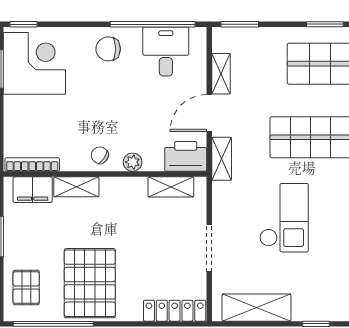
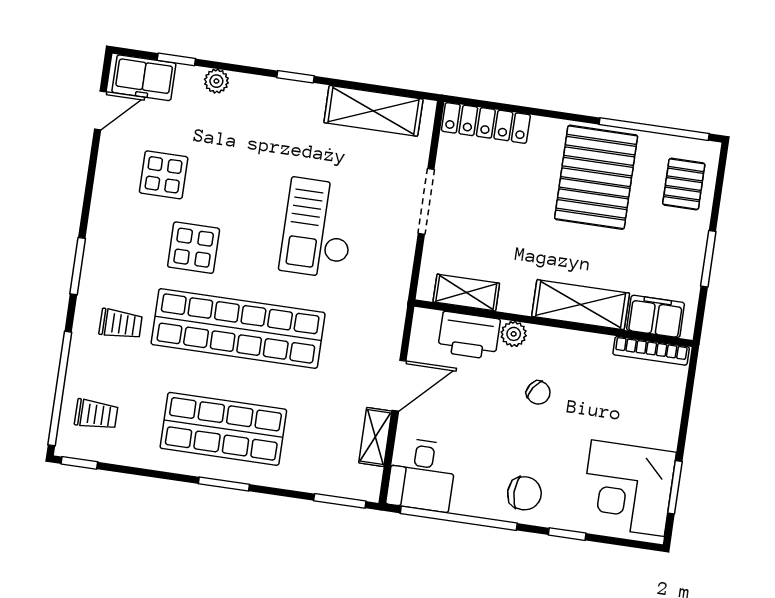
window: (23, 24) -> (567, 534), moved
desk: (166, 51) -> (422, 475), moved
chair: (100, 155) -> (538, 393), moved
printer: (186, 156) -> (469, 335), moved
shelving: (222, 159) -> (391, 321), removed
shelving: (76, 187) -> (581, 305), width x1.50, depth x1.33

